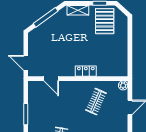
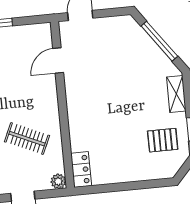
pallet: (105, 21) -> (163, 140), width x0.67, depth x0.71
locker: (86, 71) -> (81, 169), moved

